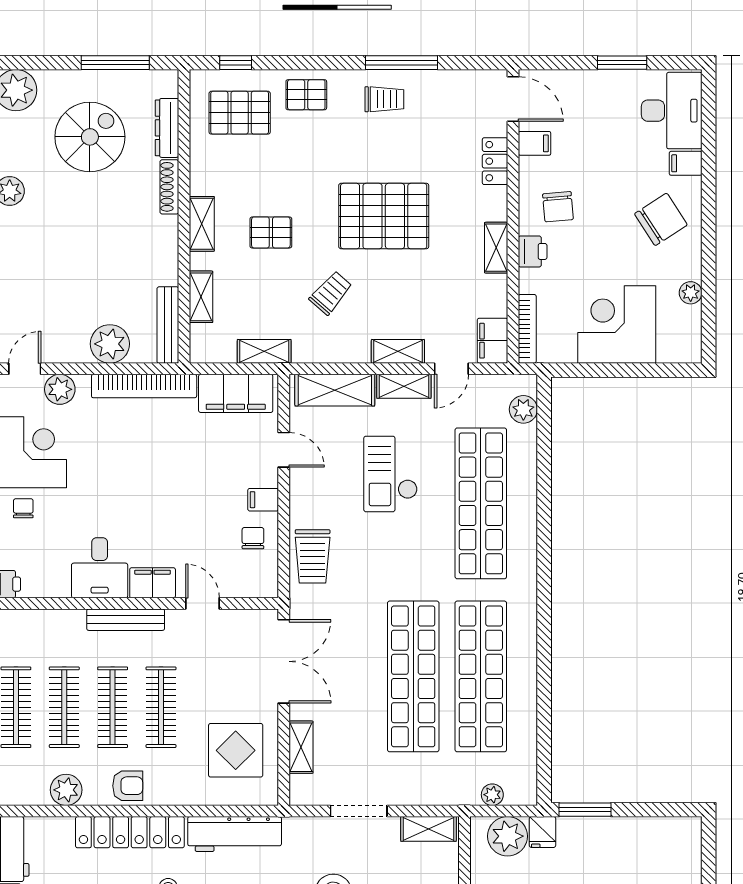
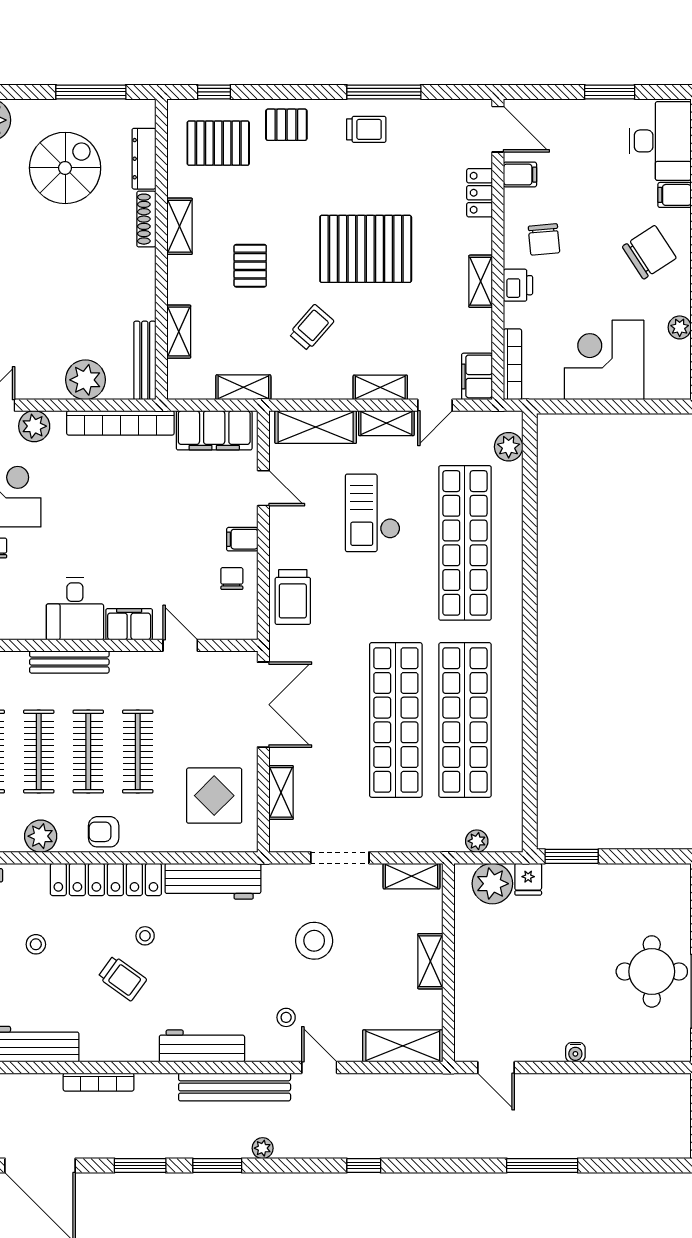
shelving: (202, 224) -> (179, 226), moved
pallet: (271, 232) -> (250, 266), turned 90
bench: (126, 620) -> (69, 662), moved
armchair: (128, 786) -> (104, 832), turned 180

